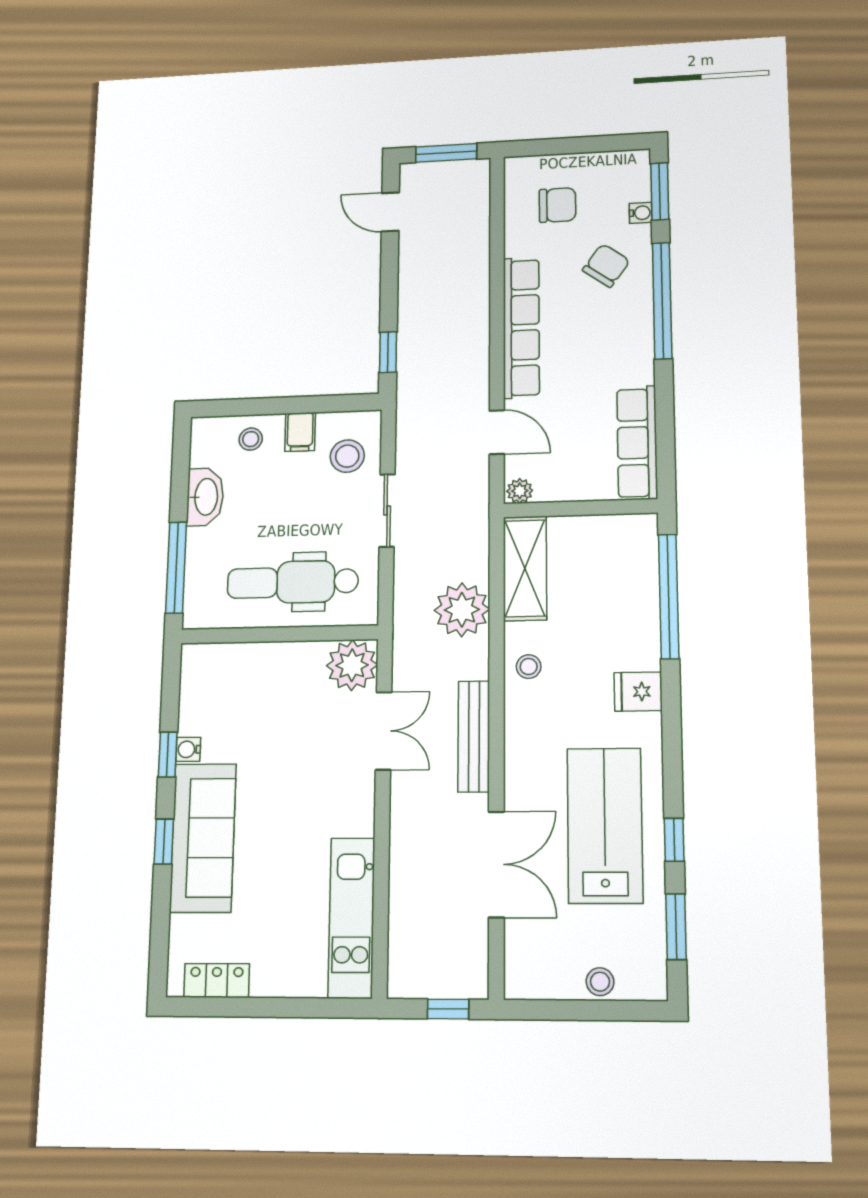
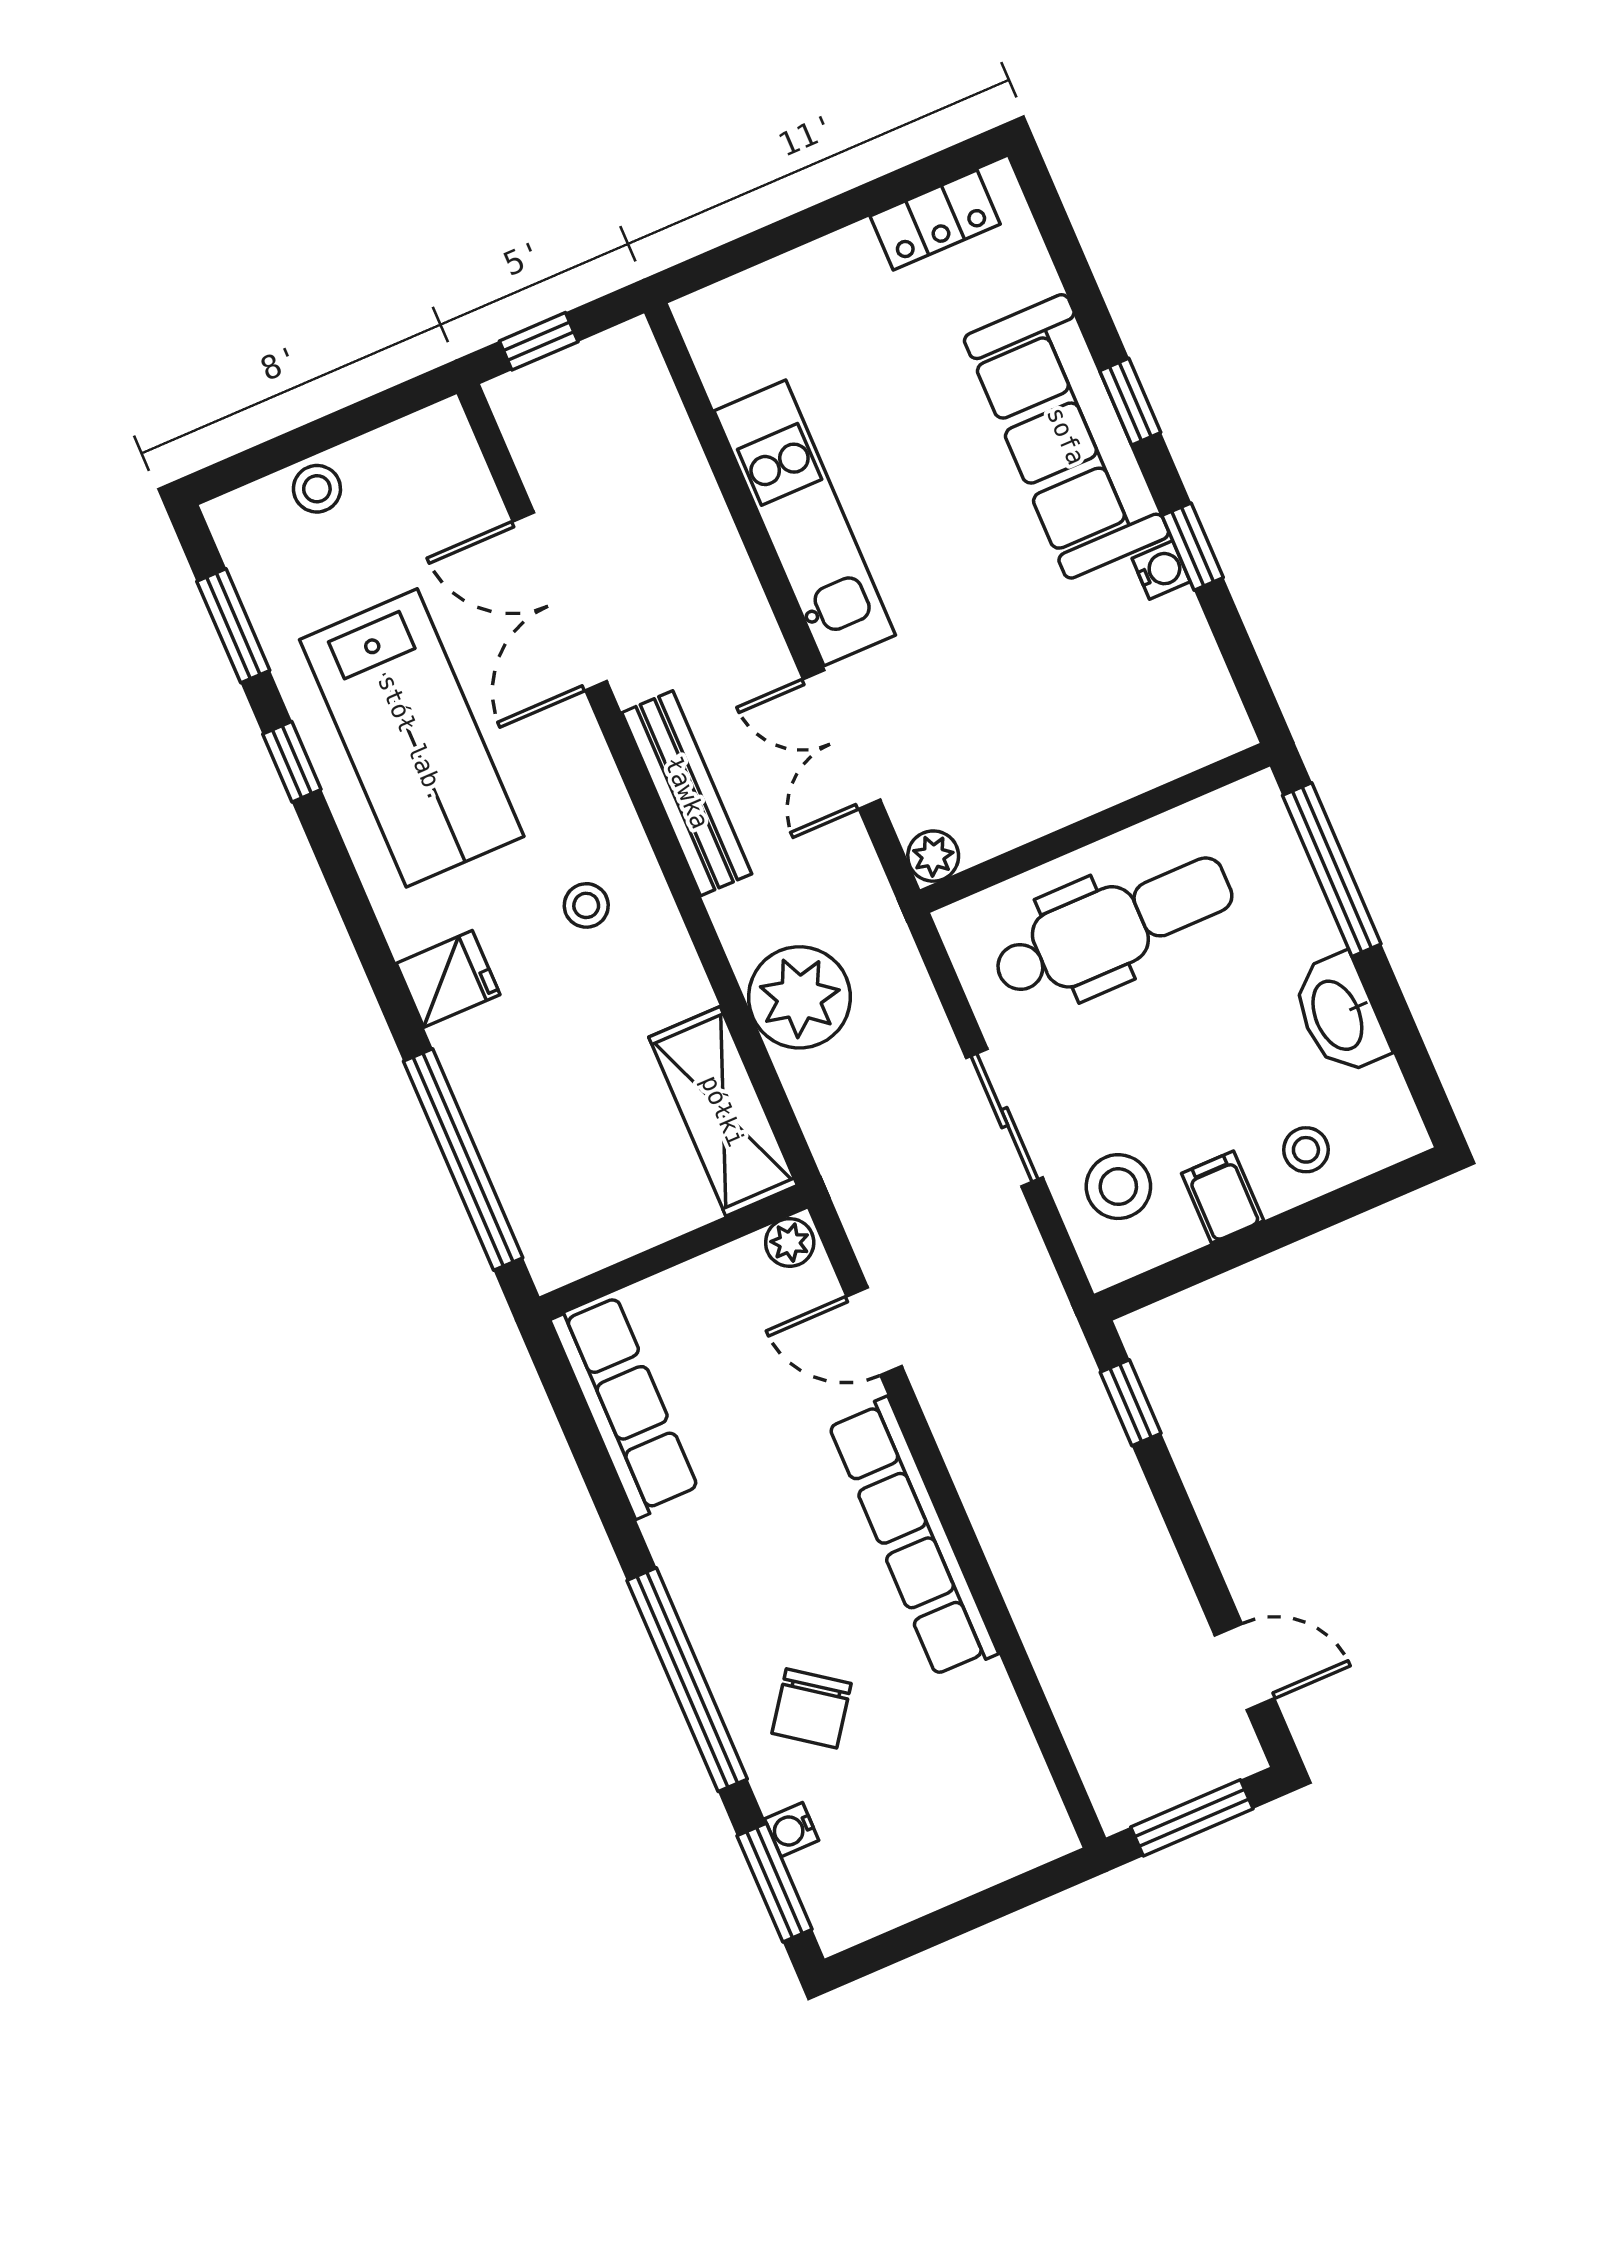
chair: (558, 205) -> (946, 1791), removed
plant: (352, 665) -> (933, 856), width x0.53, depth x0.53
stool: (529, 667) -> (586, 905), moved
kitchen unit: (351, 918) -> (805, 523), moved

